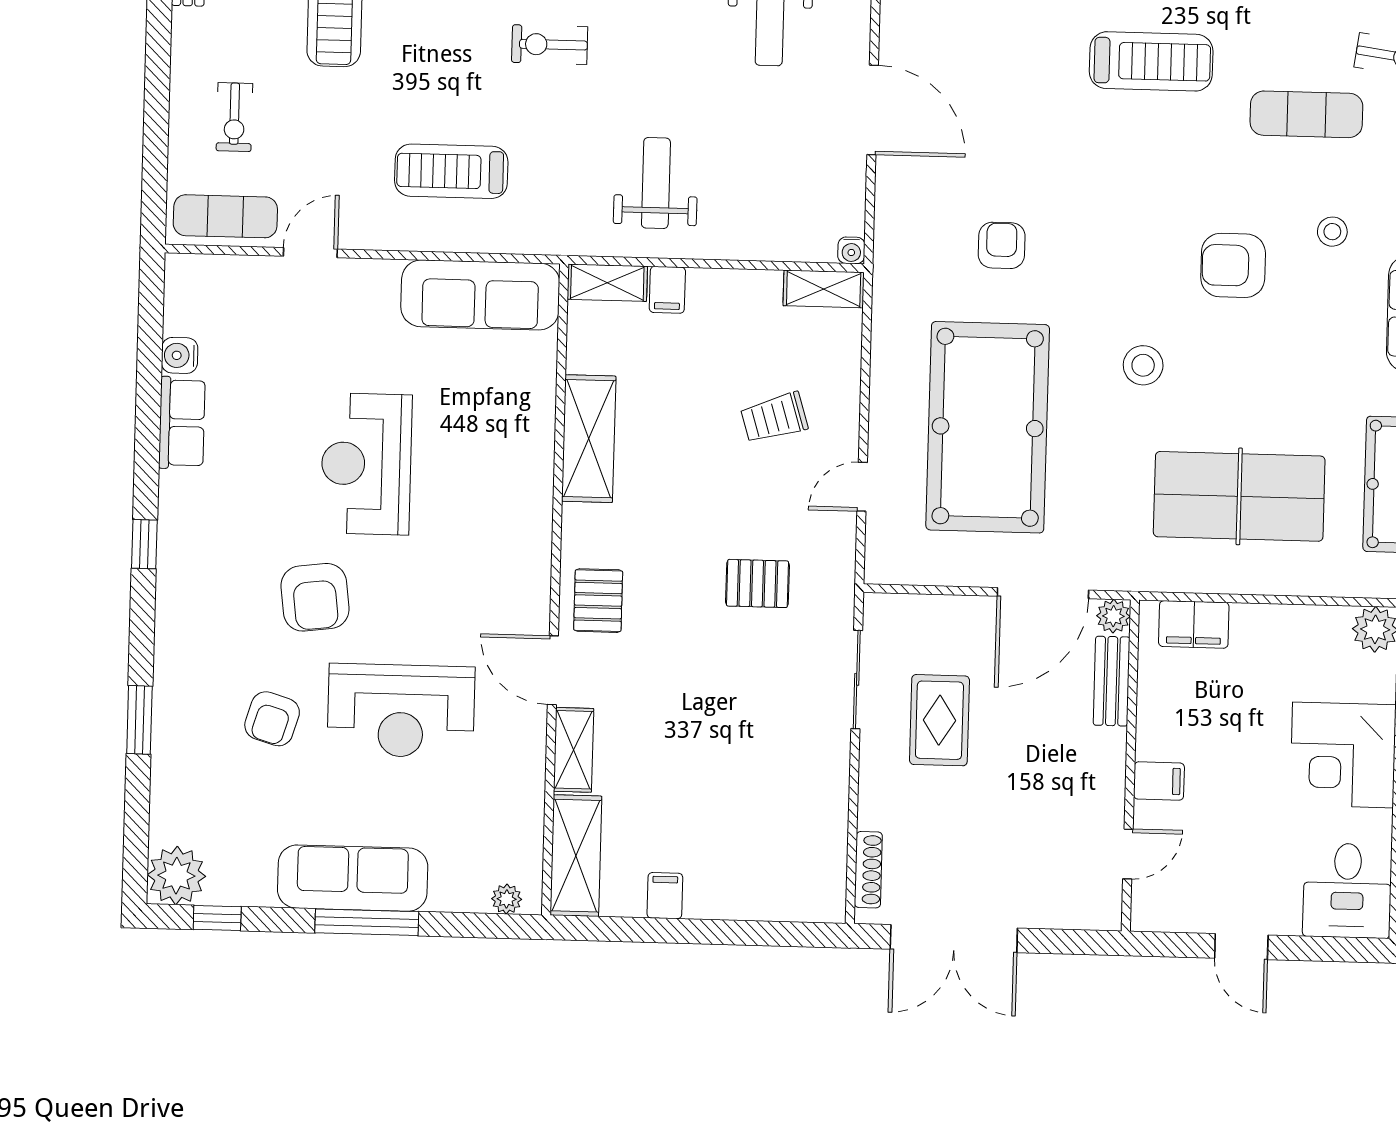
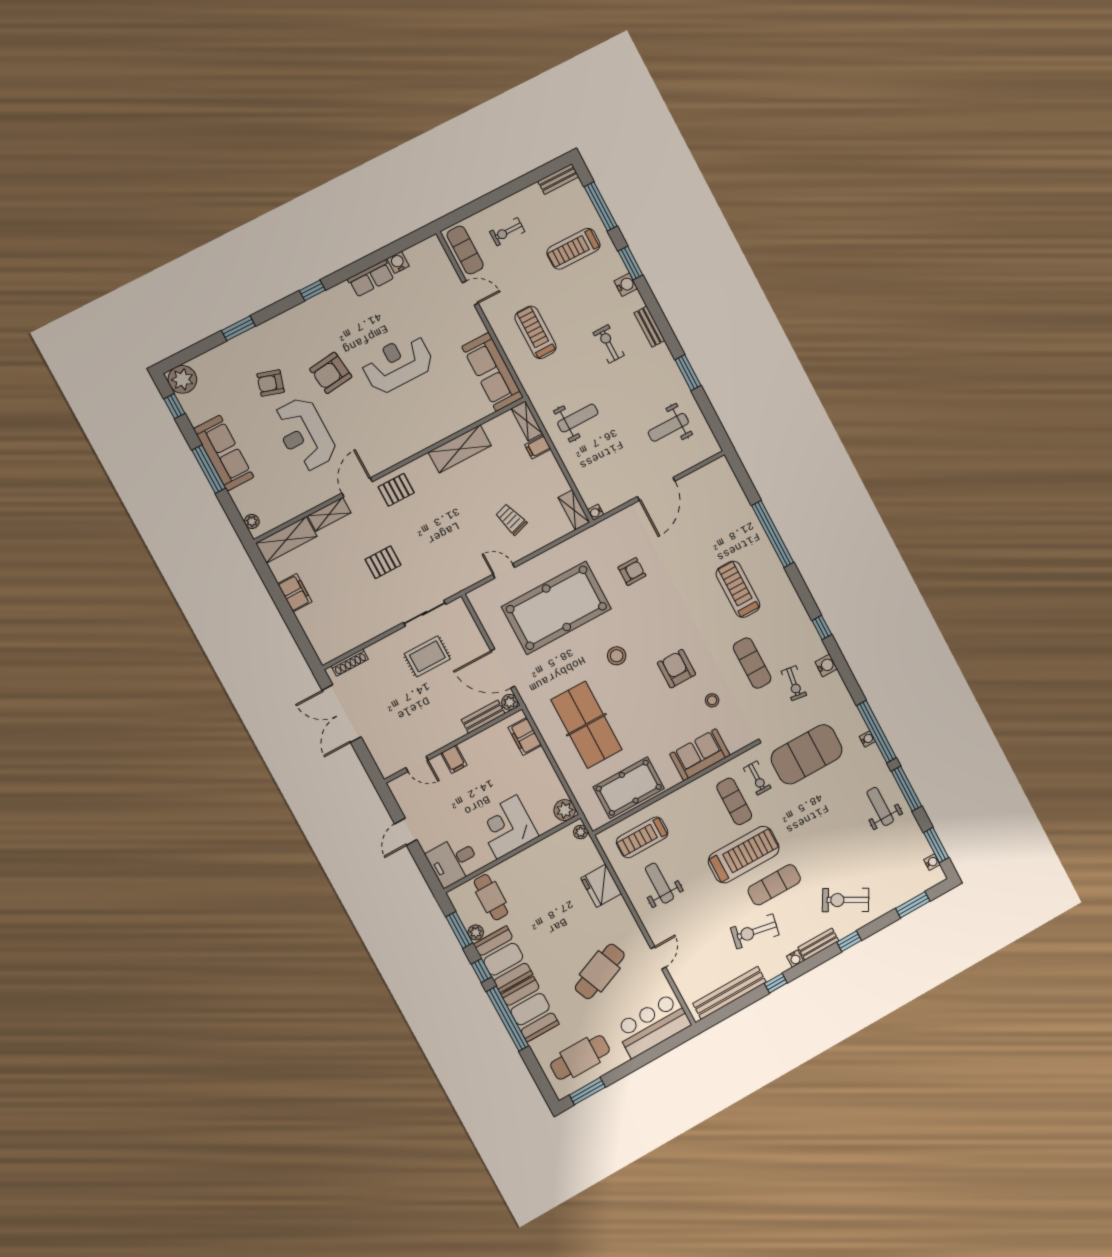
treadmill: (1151, 61) -> (738, 589), turned 180
pallet: (757, 583) -> (383, 562), moved, turned 90
filing cabinet: (665, 896) -> (295, 593), width x2.00

